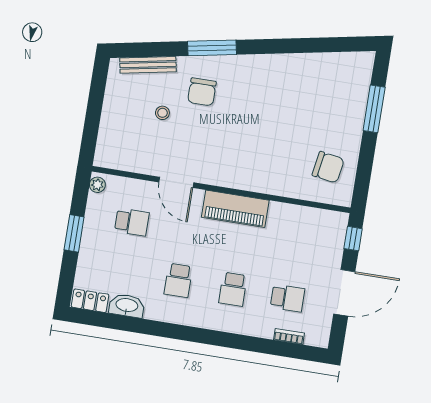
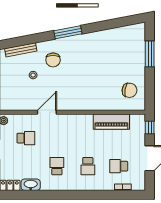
window: (212, 48) -> (68, 32), moved
door: (176, 182) -> (47, 112), swing flipped
piano: (235, 209) -> (111, 122), moved
school desk: (178, 280) -> (57, 166), turned 180
school desk: (287, 298) -> (119, 166), turned 180

